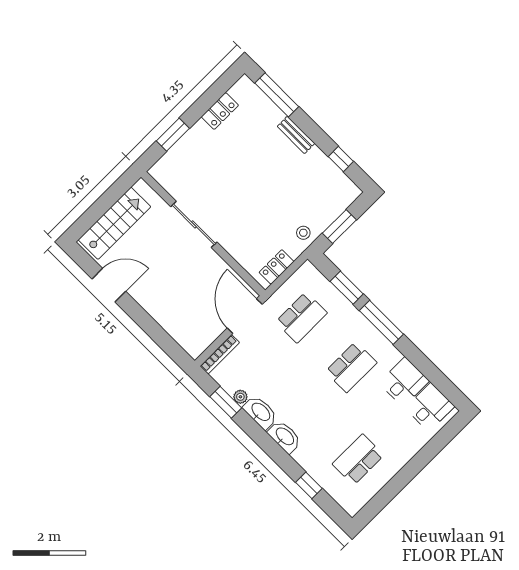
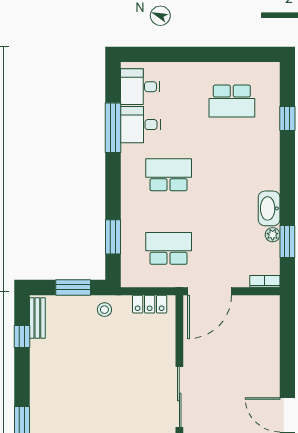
bench: (296, 135) -> (37, 318), moved
window: (381, 322) -> (113, 128), moved
bookcase: (220, 354) -> (265, 281), width x0.64
washbasin: (285, 437) -> (269, 172), removed

